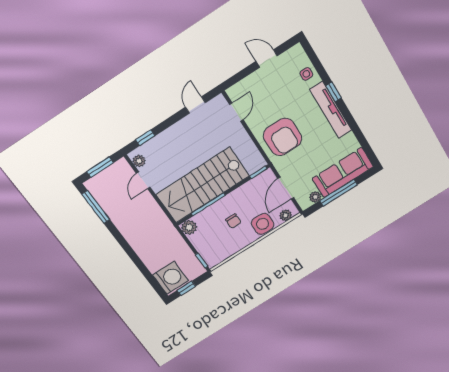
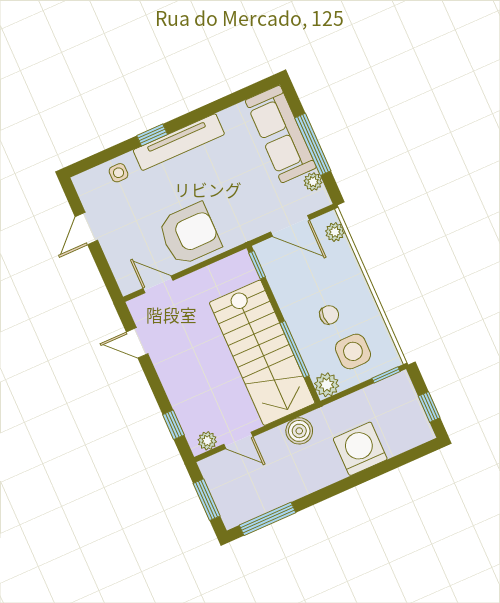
armchair: (283, 137) -> (189, 234), moved
boiler: (157, 216) -> (299, 431), added
side table: (263, 224) -> (353, 351), moved
washing machine: (170, 278) -> (360, 449), moved

